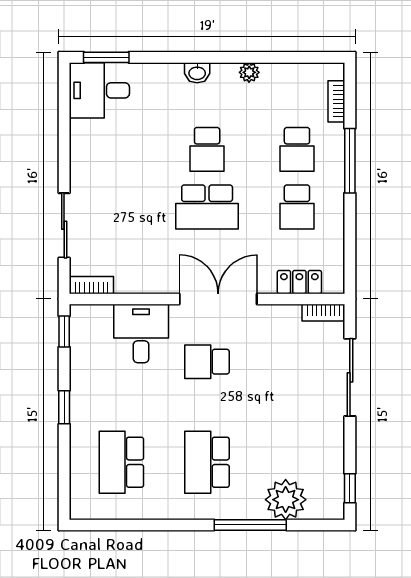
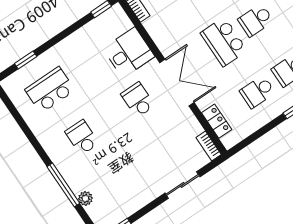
sliding door: (350, 377) -> (183, 185), width x0.73
window: (64, 407) -> (26, 60), moved
school desk: (207, 462) -> (82, 137), width x0.54
plant: (286, 500) -> (85, 198), width x0.53, depth x0.53

